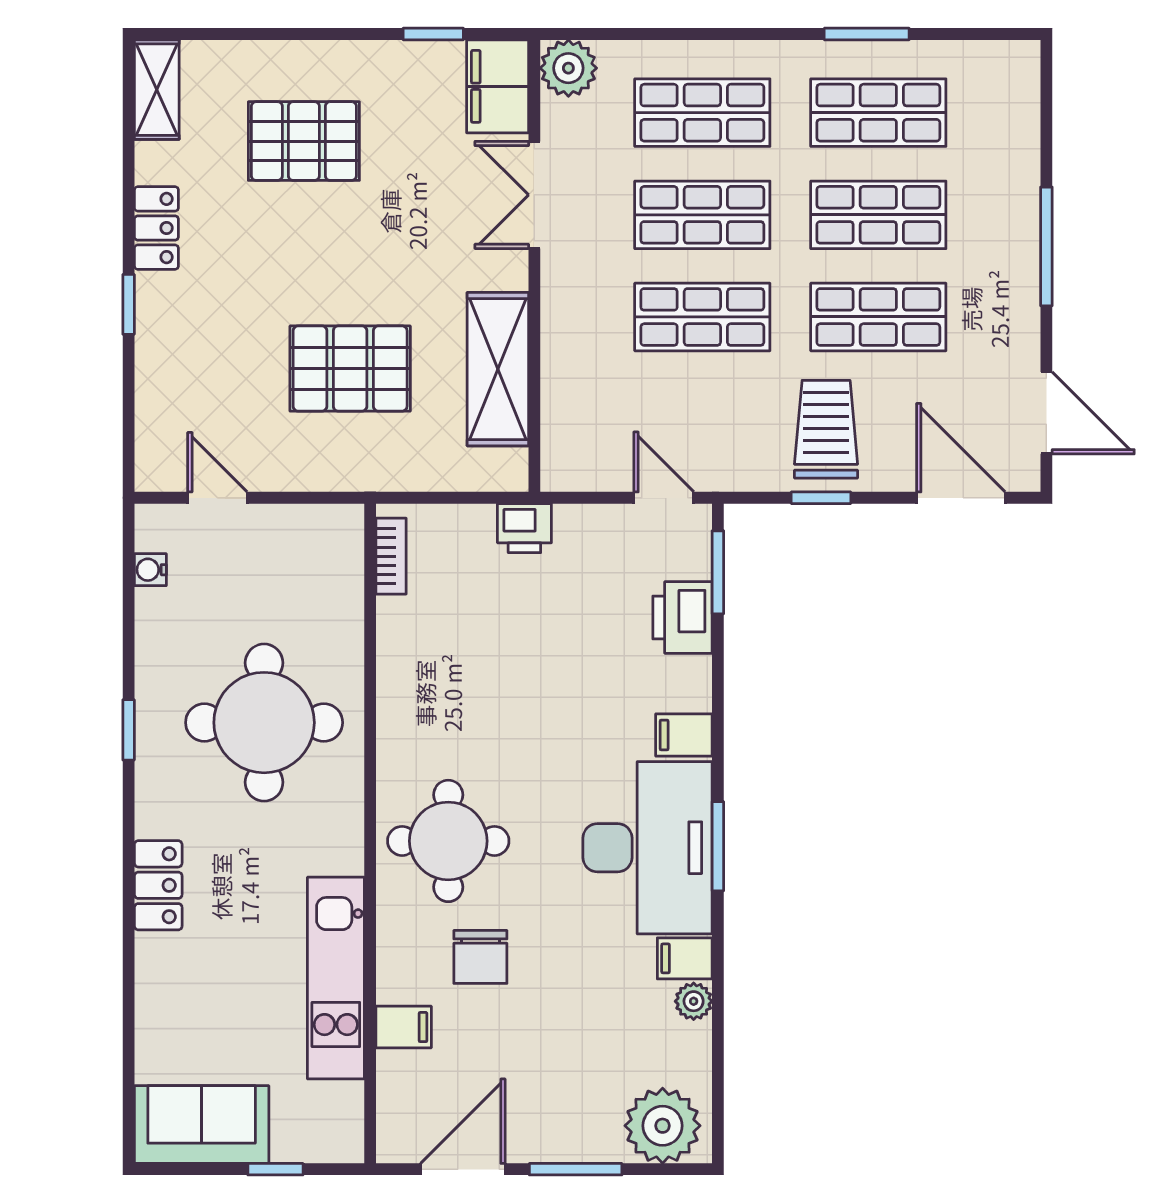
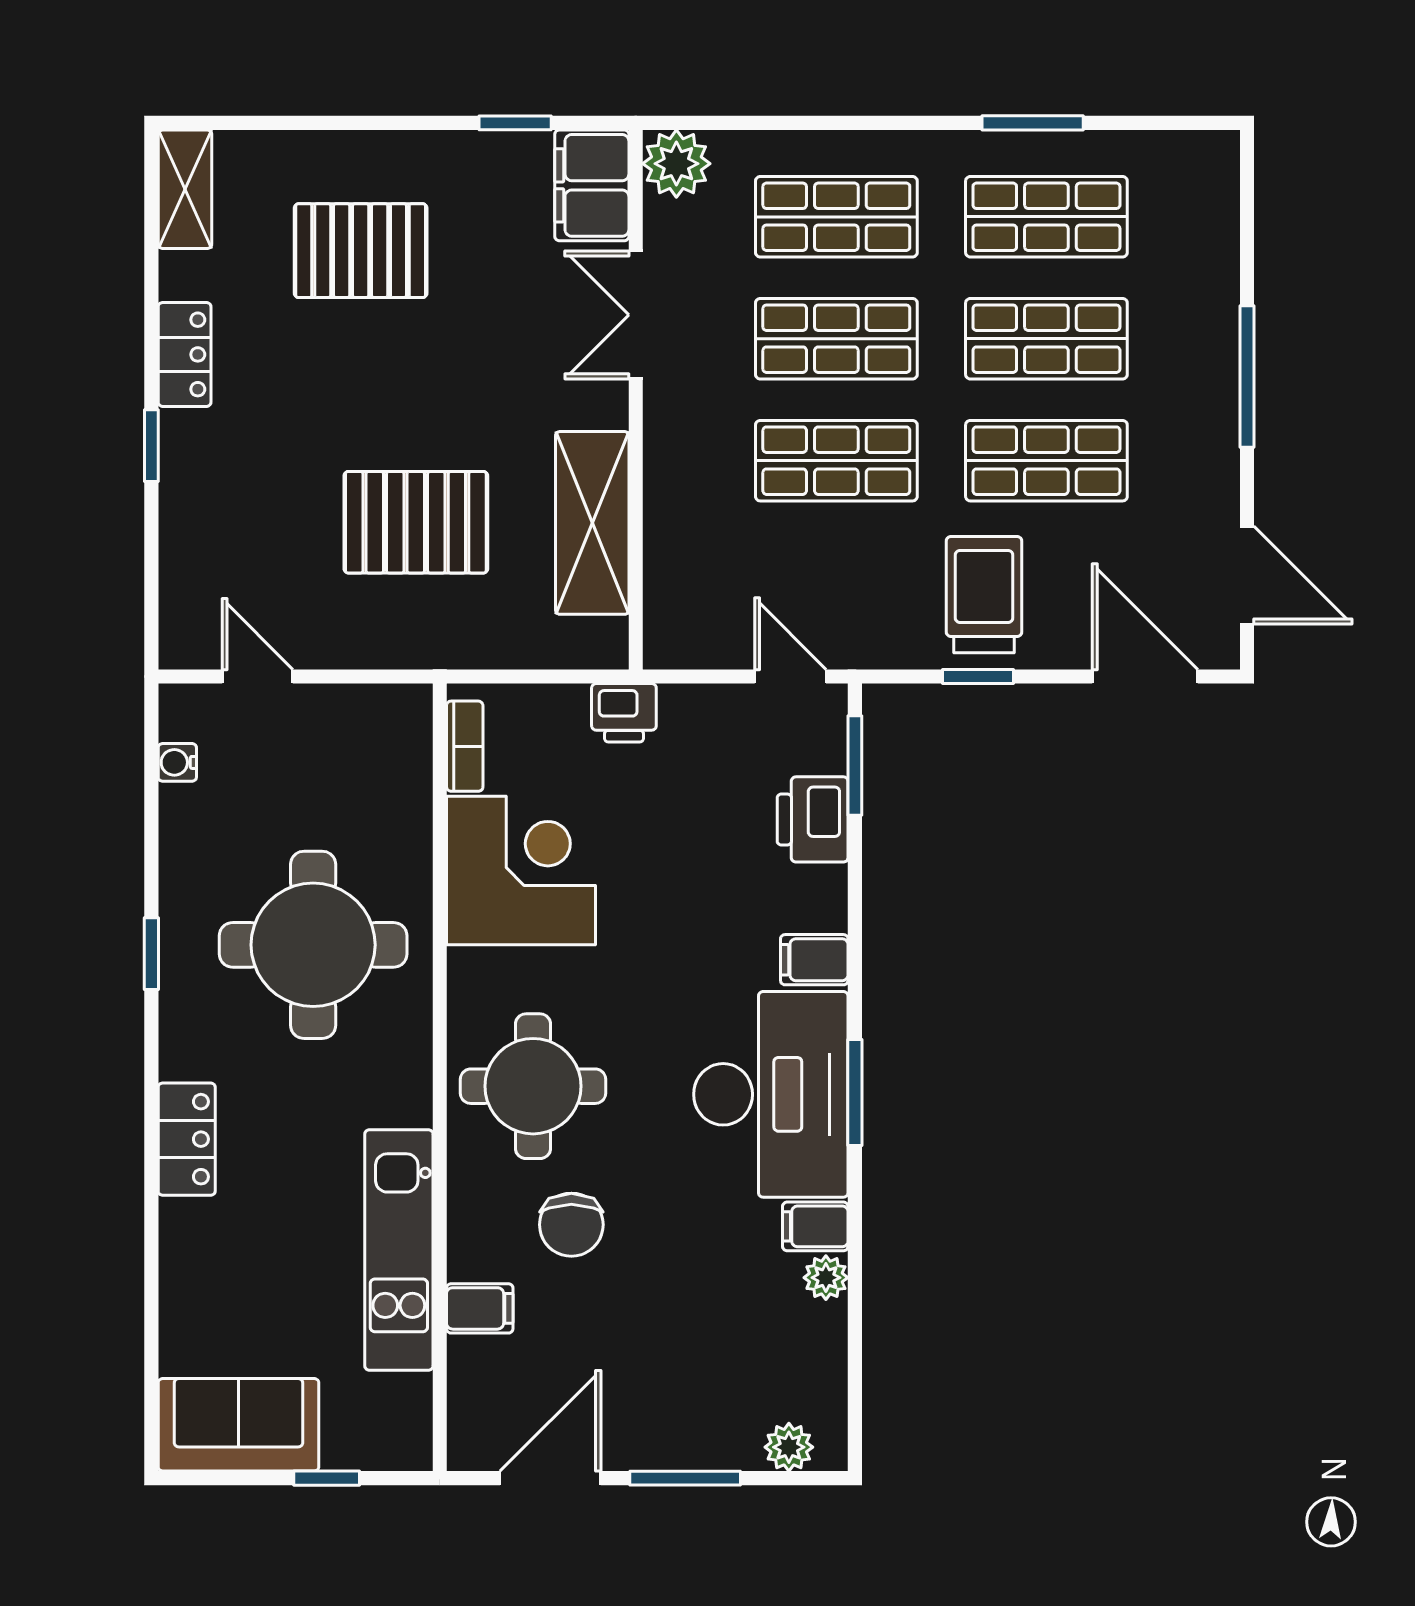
corner desk: (438, 660) -> (521, 870), added
plant: (663, 1126) -> (789, 1447), width x0.53, depth x0.53

